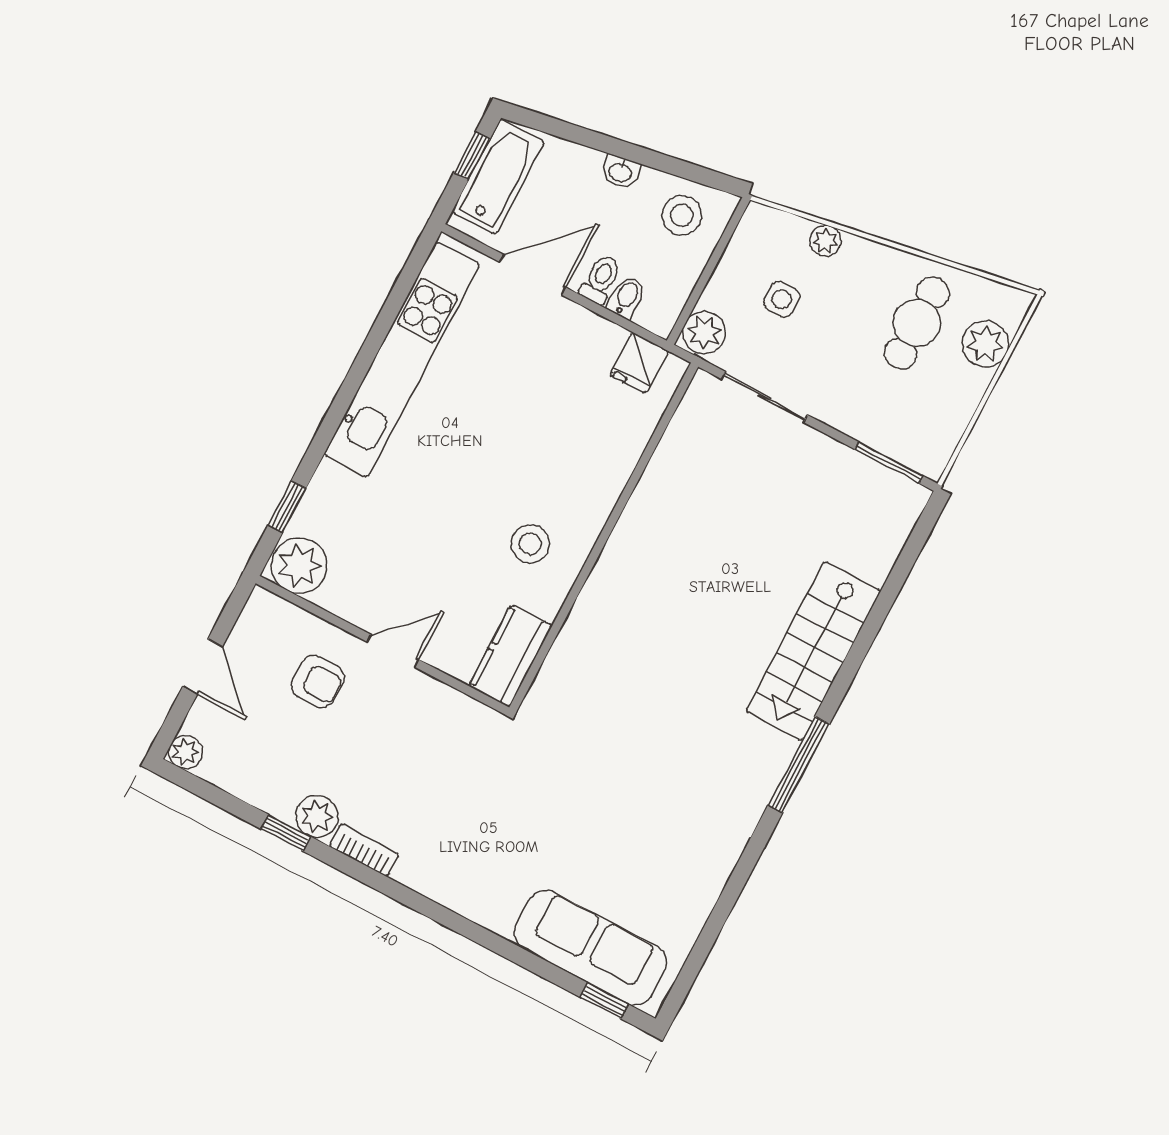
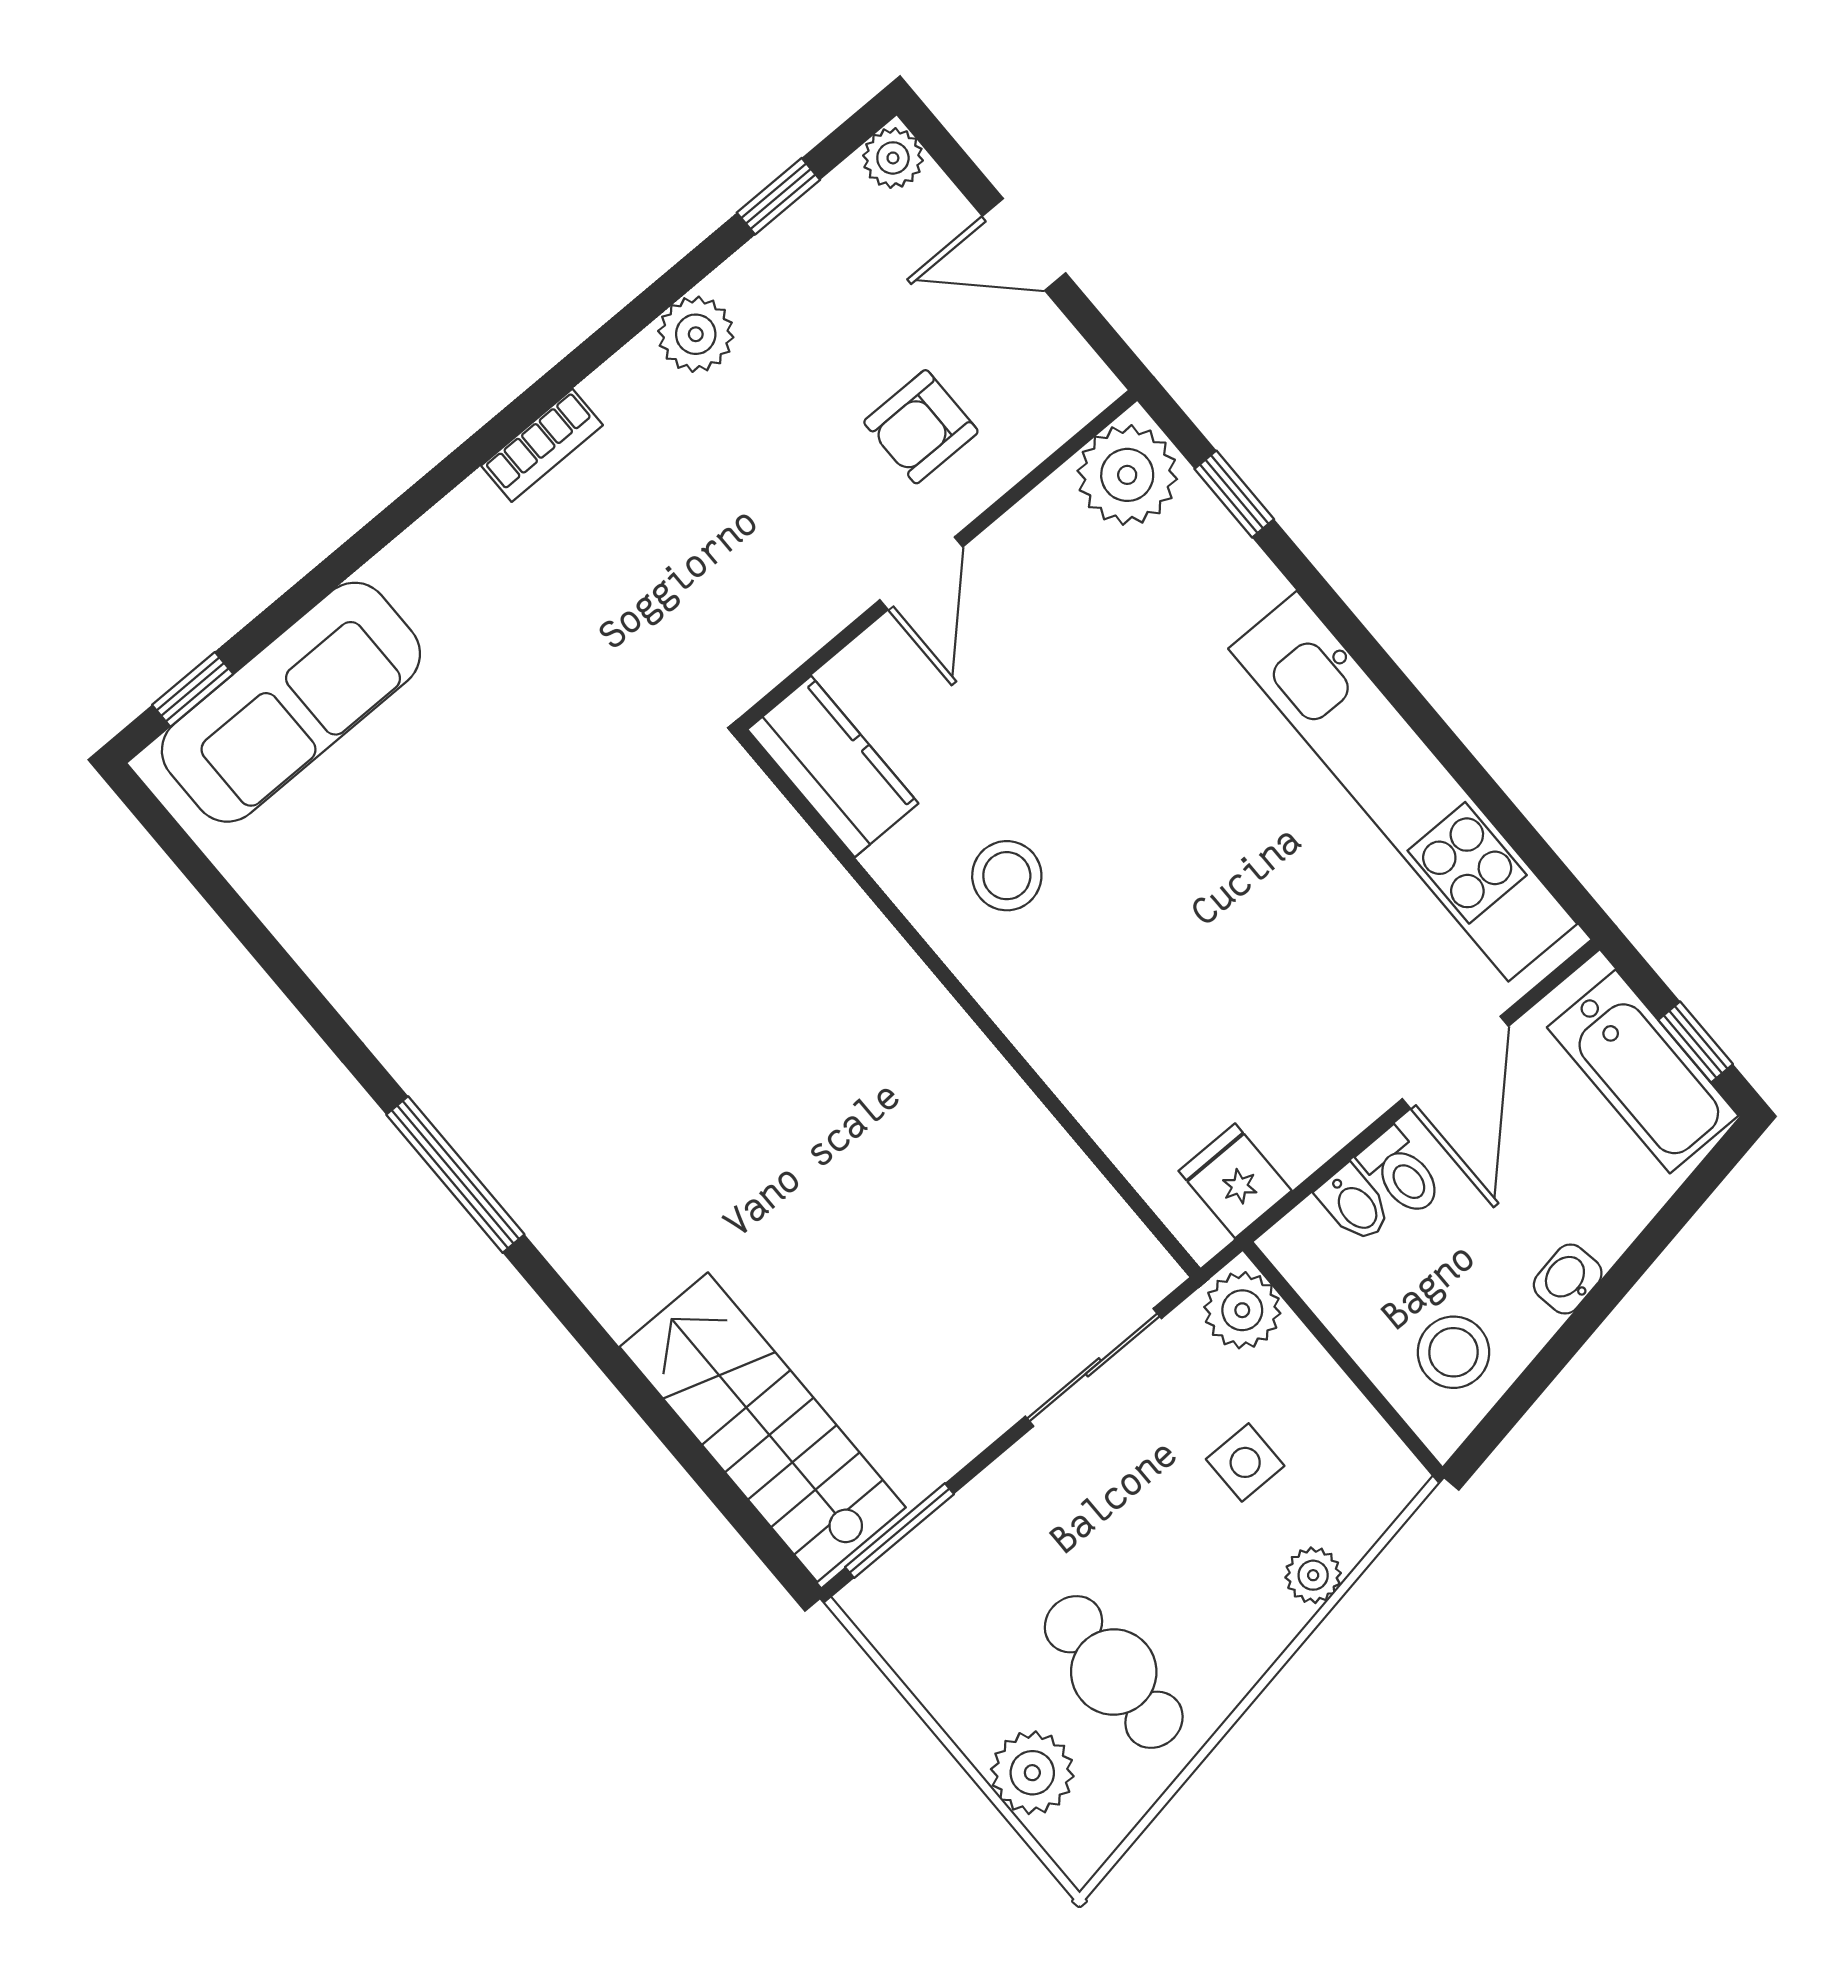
stairs: (813, 651) -> (763, 1427), moved
window: (286, 833) -> (778, 196), moved
bookcase: (364, 850) -> (542, 445), moved

